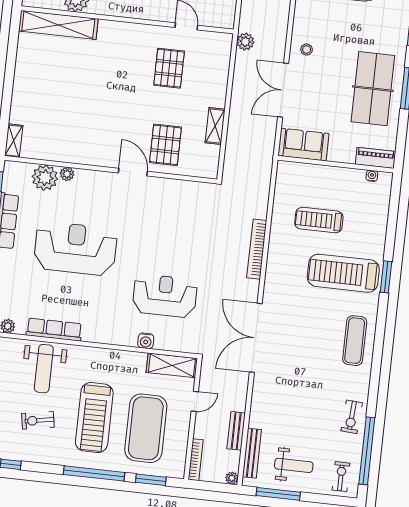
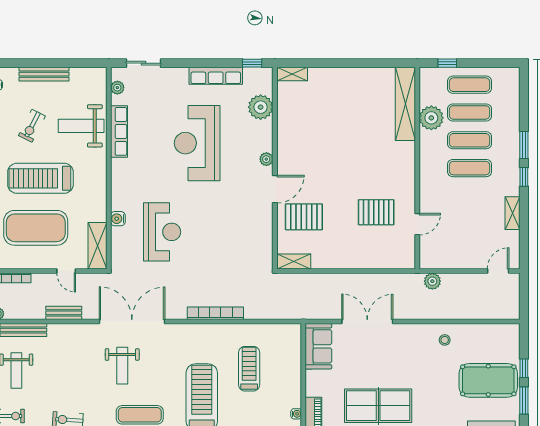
plant: (245, 42) -> (432, 281), moved
stool: (307, 50) -> (445, 340), moved
shelving: (215, 126) -> (294, 261), moved
plant: (67, 174) -> (266, 159), moved
reception desk: (75, 249) -> (197, 143), turned 180
weight bench: (301, 353) -> (122, 366), added
exercise bike: (38, 420) -> (32, 126), turned -143
bench: (236, 431) -> (64, 313), moved

